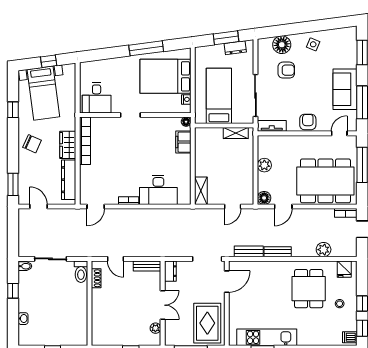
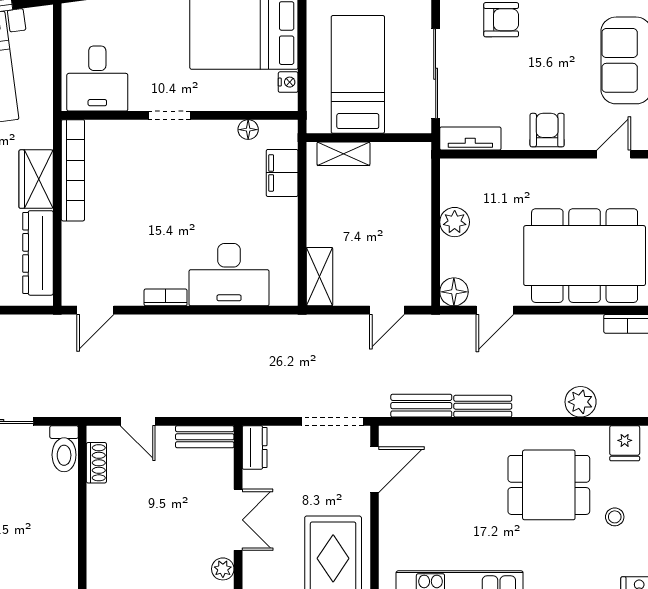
floor lamp: (186, 122) -> (248, 130), moved
shelving: (236, 133) -> (343, 154), moved
dining table: (309, 289) -> (549, 485), turned 90

